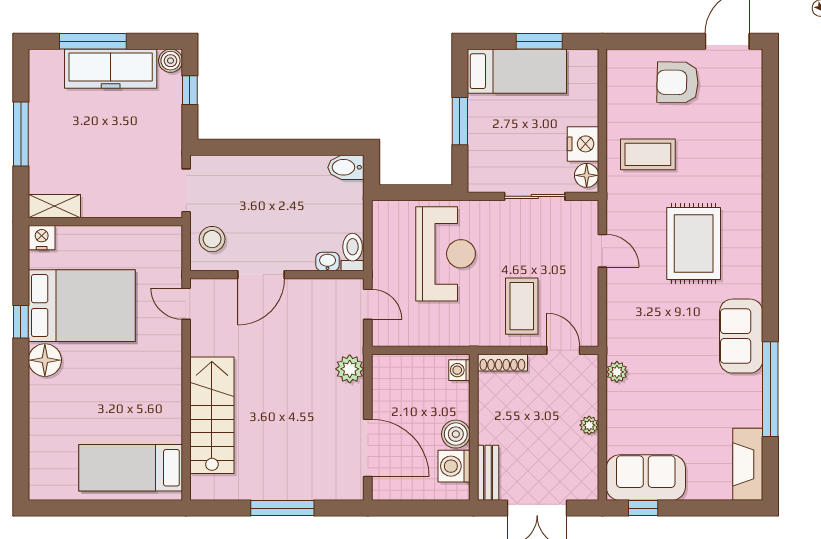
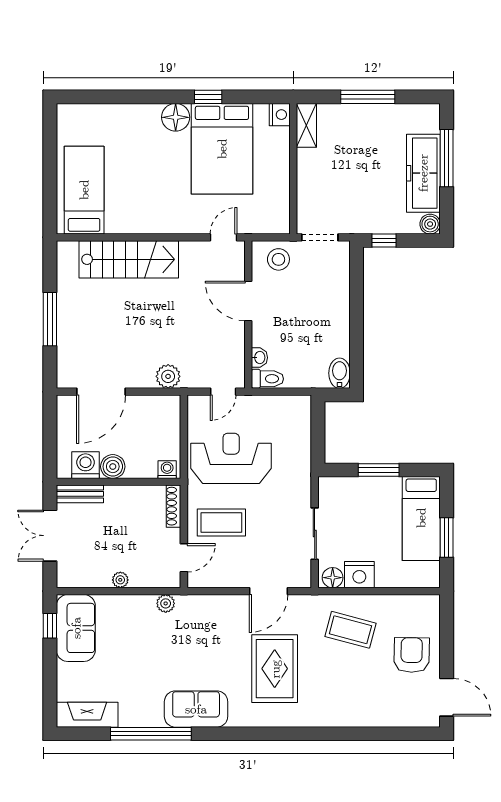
window: (190, 90) -> (384, 241), moved
coffee table: (648, 154) -> (350, 630), turned -75
rug: (694, 244) -> (275, 669), turned 90
door: (602, 251) -> (269, 591), width x1.38
reception desk: (446, 254) -> (231, 458), moved, turned 180

